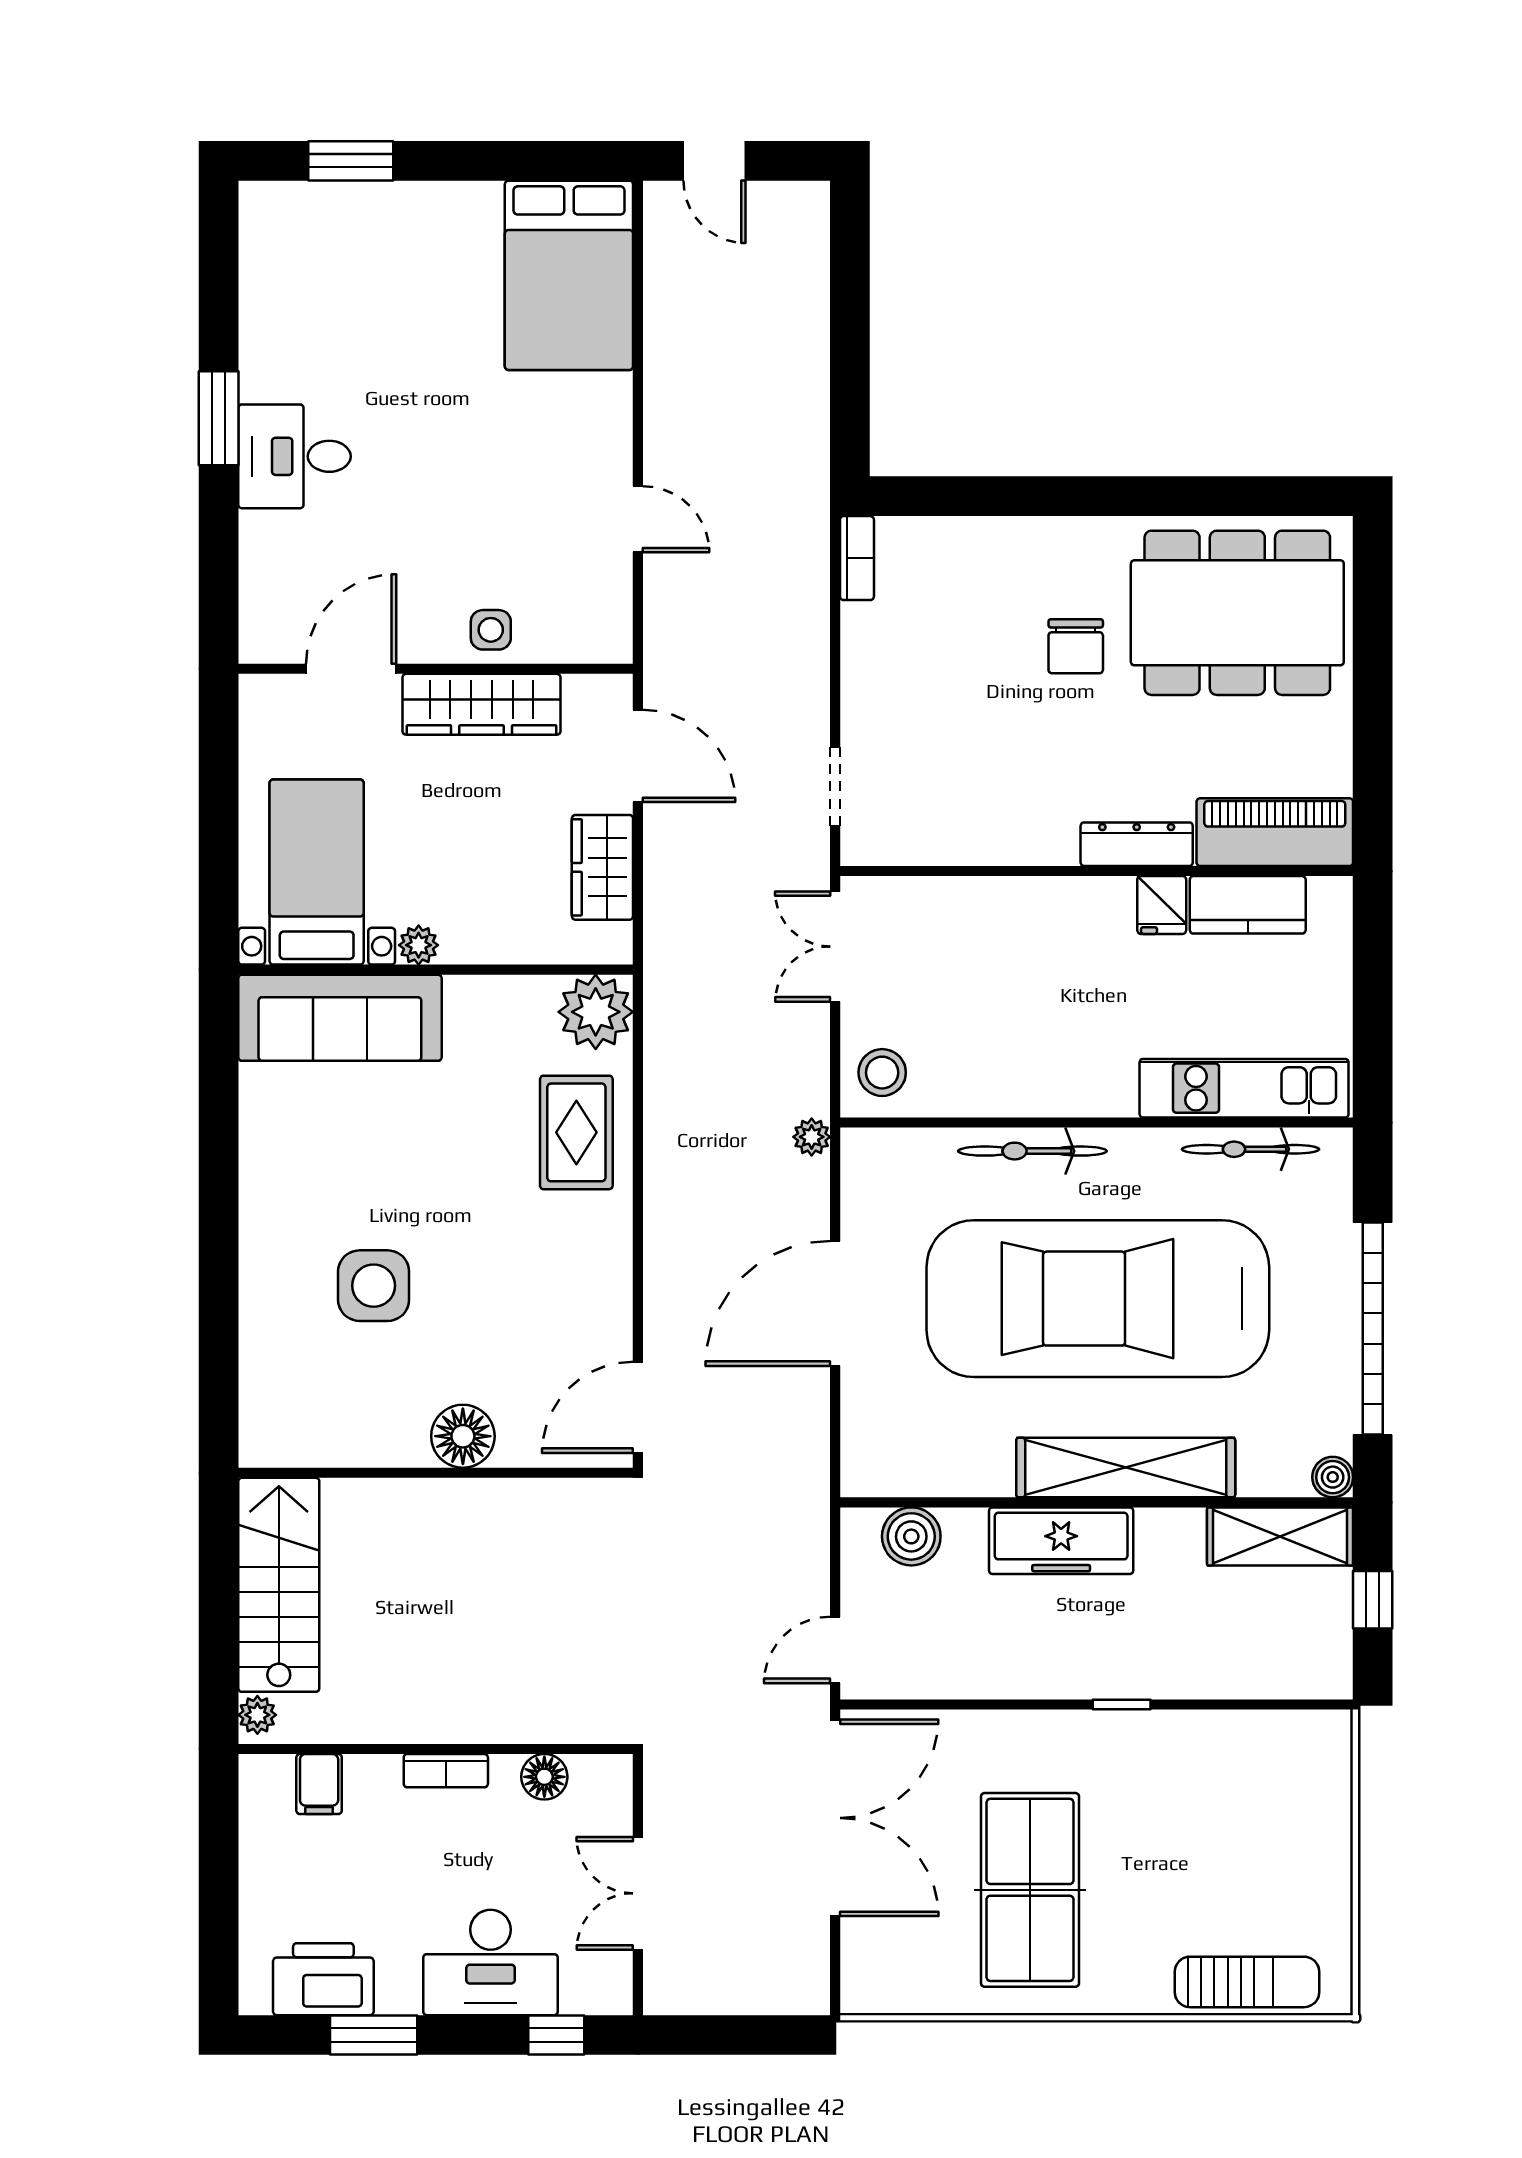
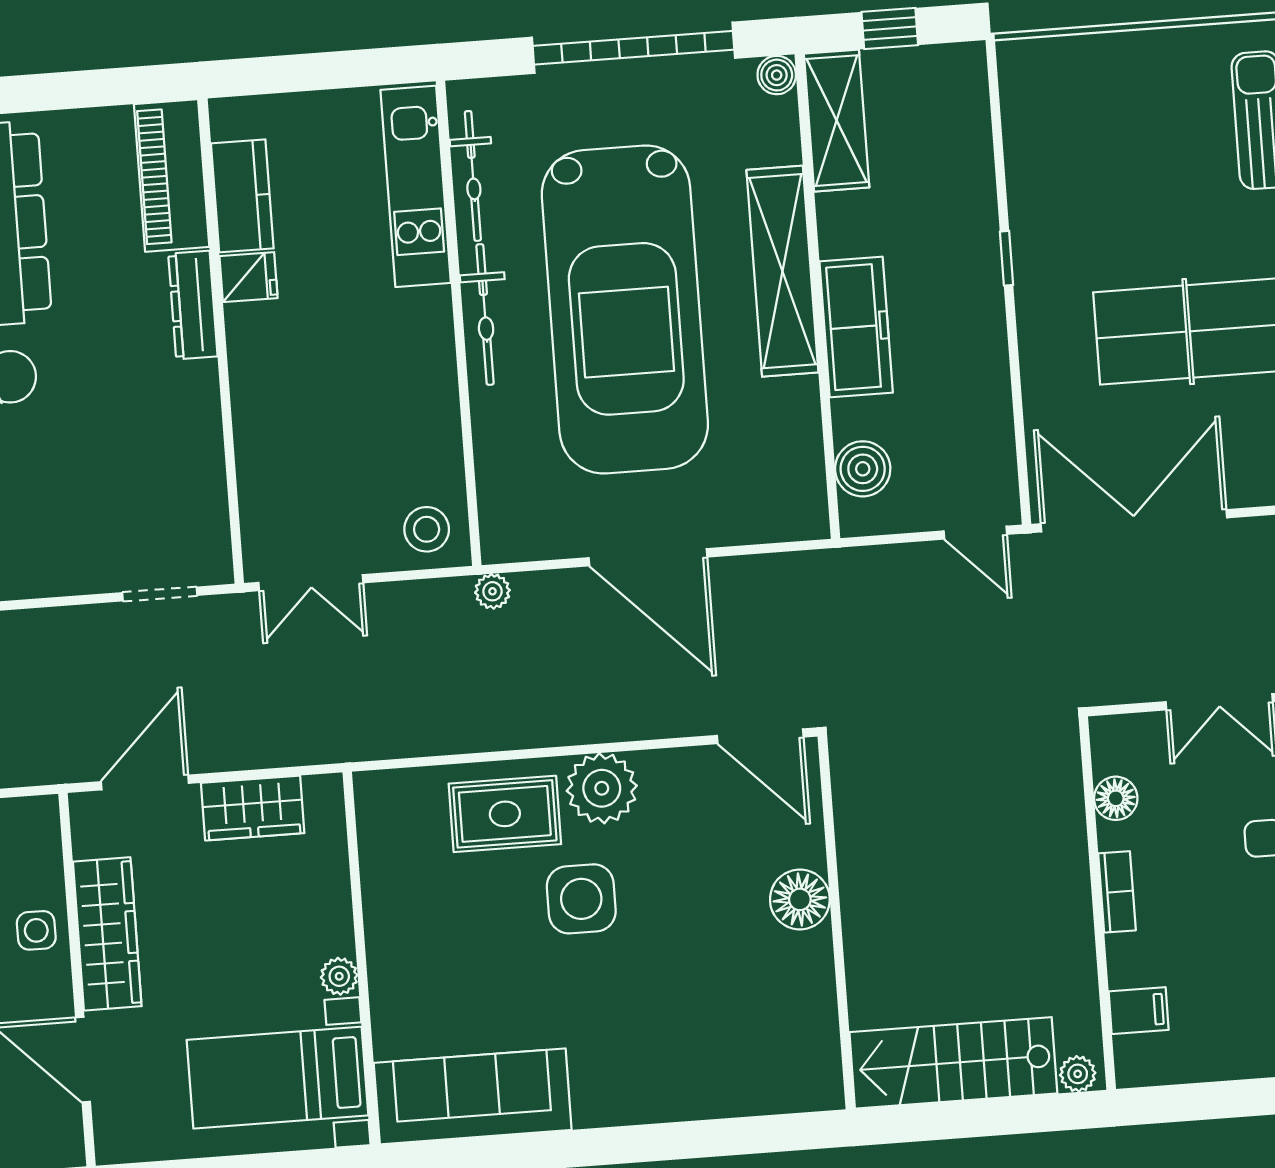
plant: (596, 1012) -> (602, 788), moved
sofa: (340, 1018) -> (473, 1096), moved, turned -90
bicycle: (1032, 1151) -> (485, 315), moved
side table: (374, 1286) -> (581, 899), moved

